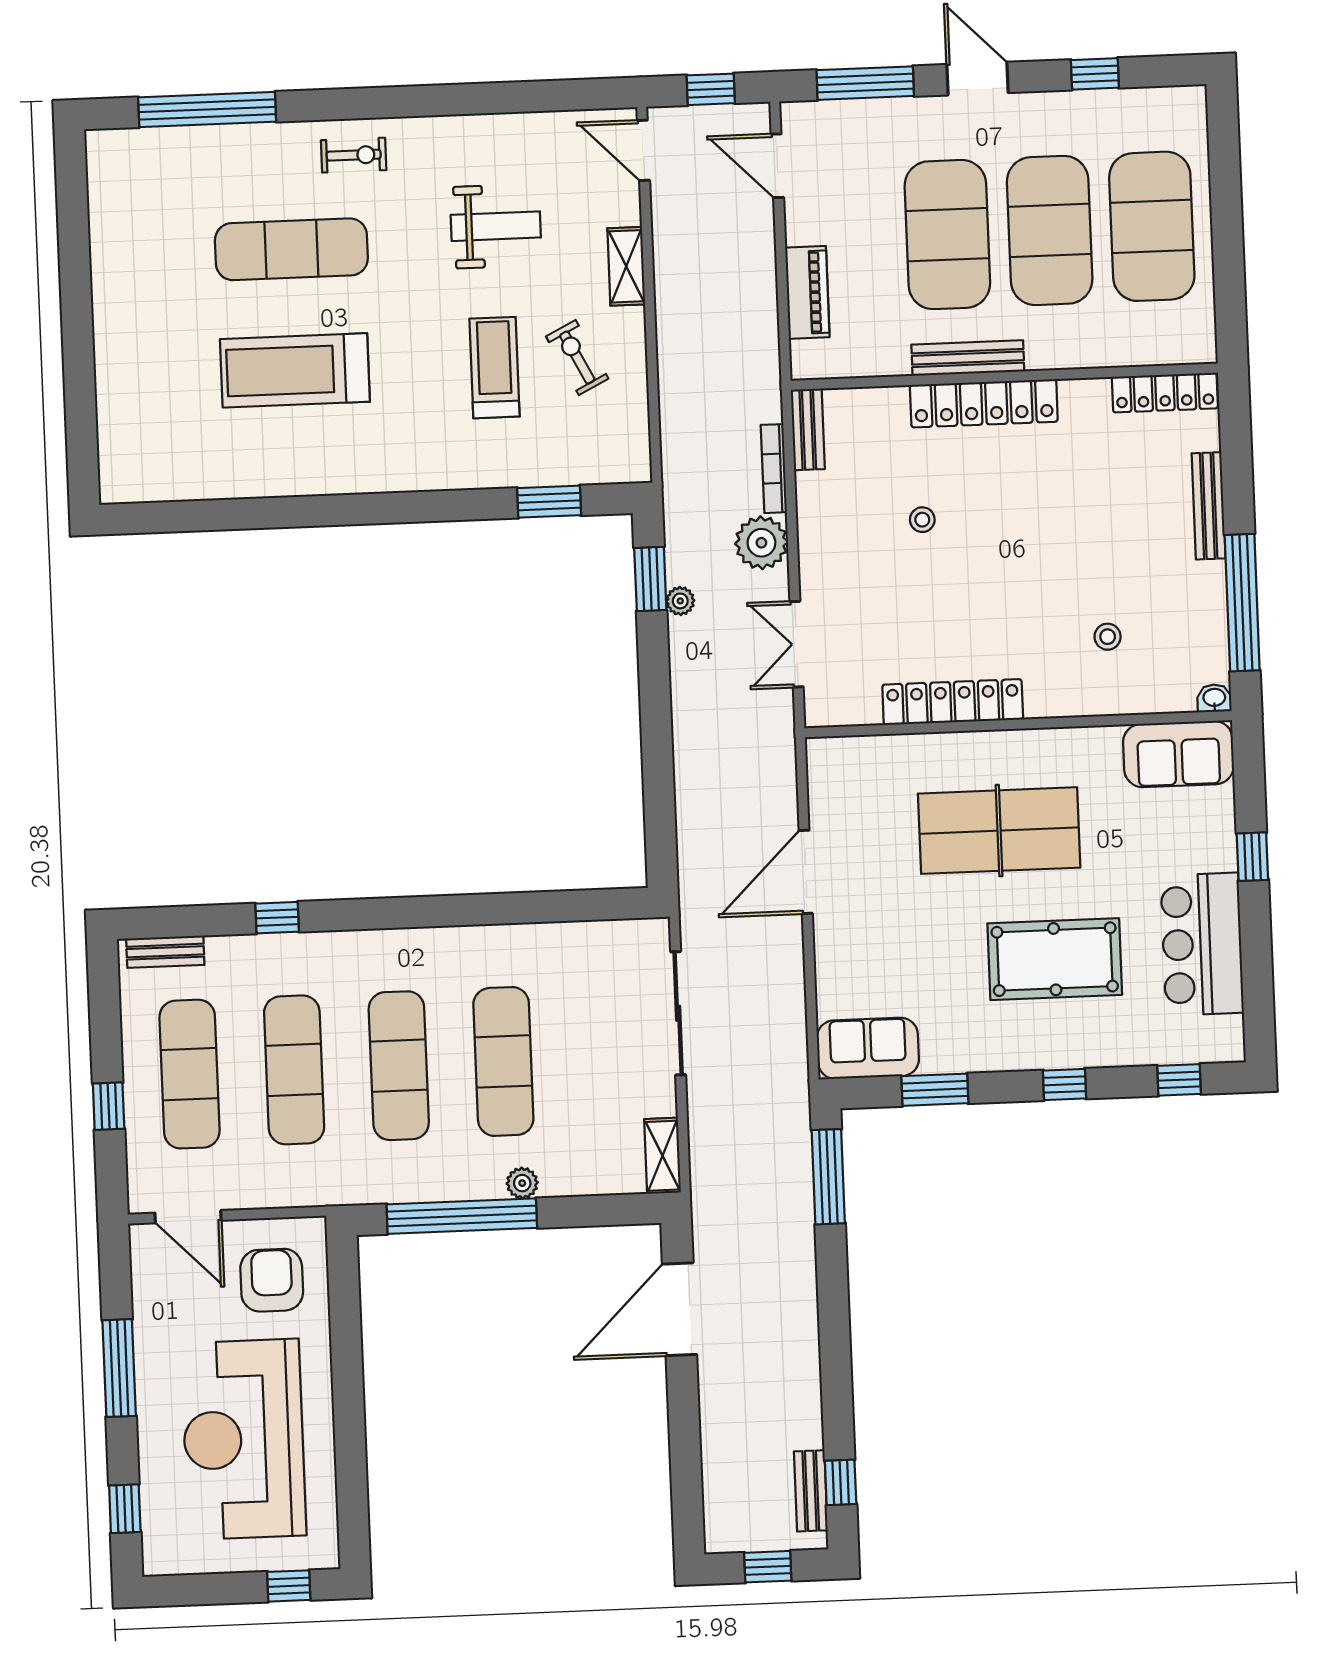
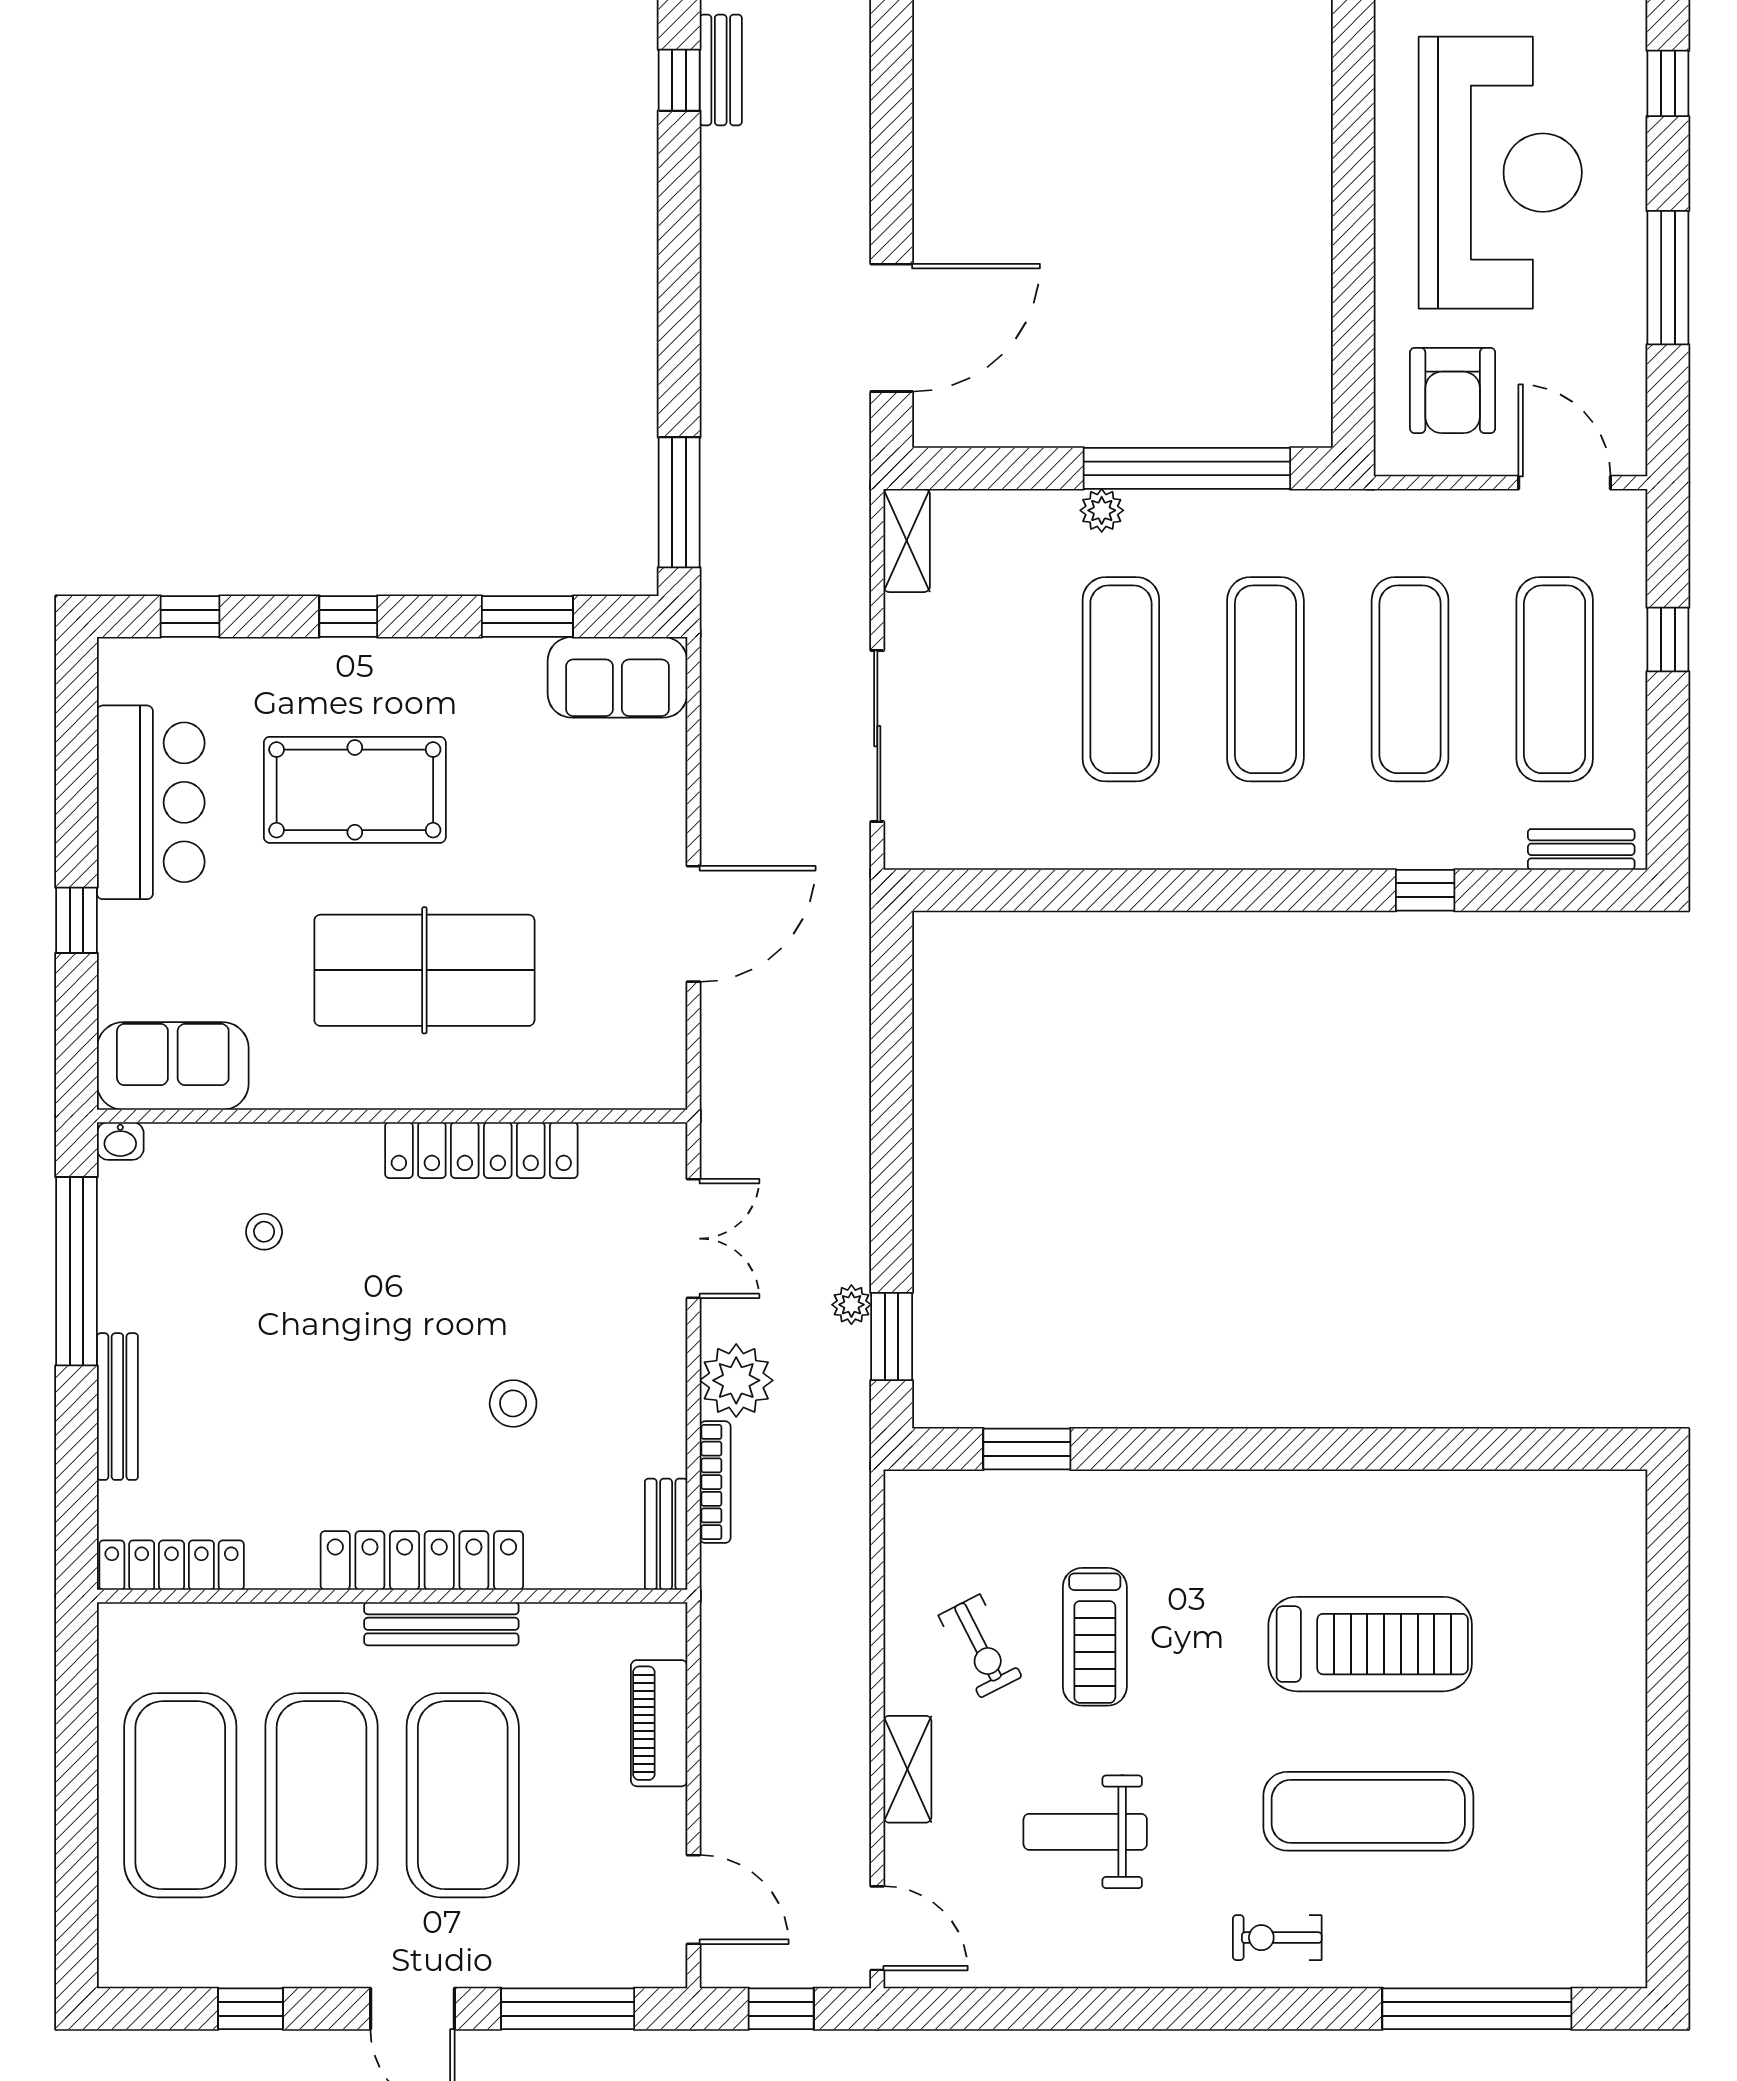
stool: (922, 520) -> (513, 1403), width x1.37, depth x1.37

